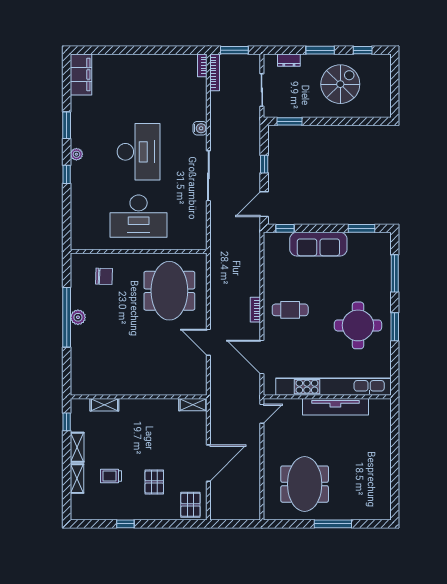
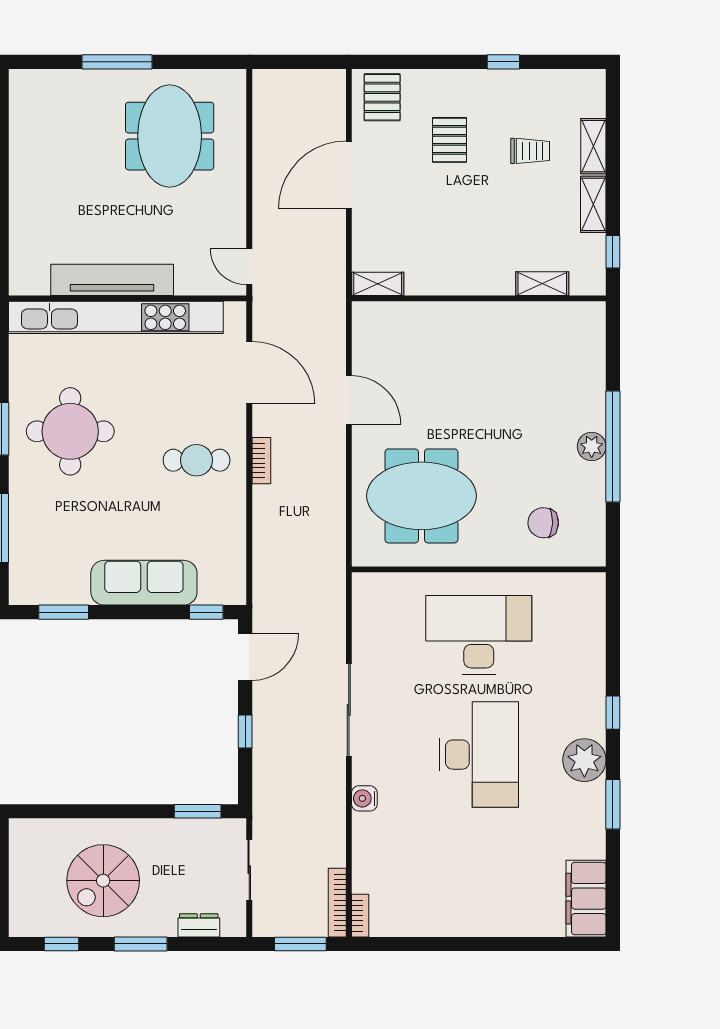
desk: (139, 152) -> (479, 755), turned 180
plant: (76, 154) -> (584, 760), width x1.87, depth x1.87
meeting table: (169, 291) -> (421, 496), turned 90
door: (262, 414) -> (249, 267), hinge flipped

